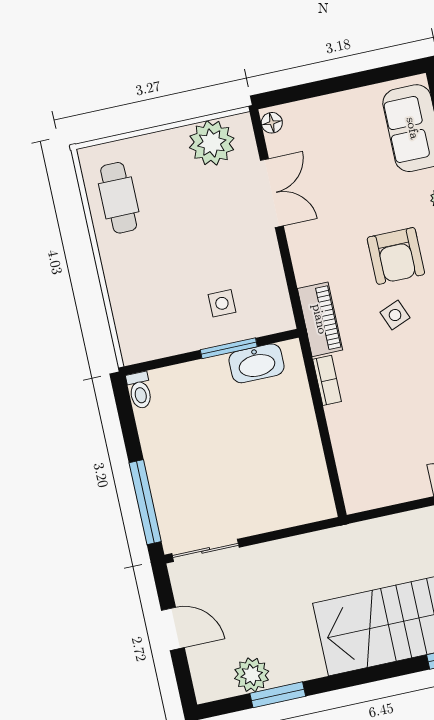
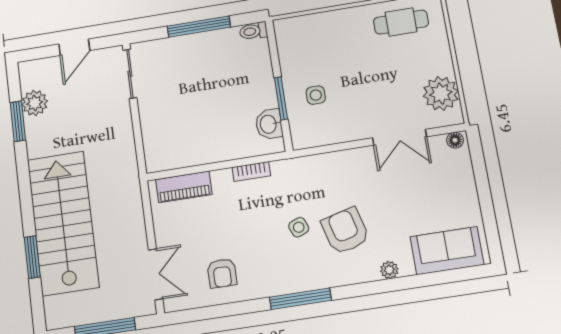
armchair: (396, 256) -> (345, 231), turned 75
piano: (320, 319) -> (184, 187), moved
washbasin: (257, 363) -> (269, 124), width x0.72
window: (145, 502) -> (199, 27), moved

